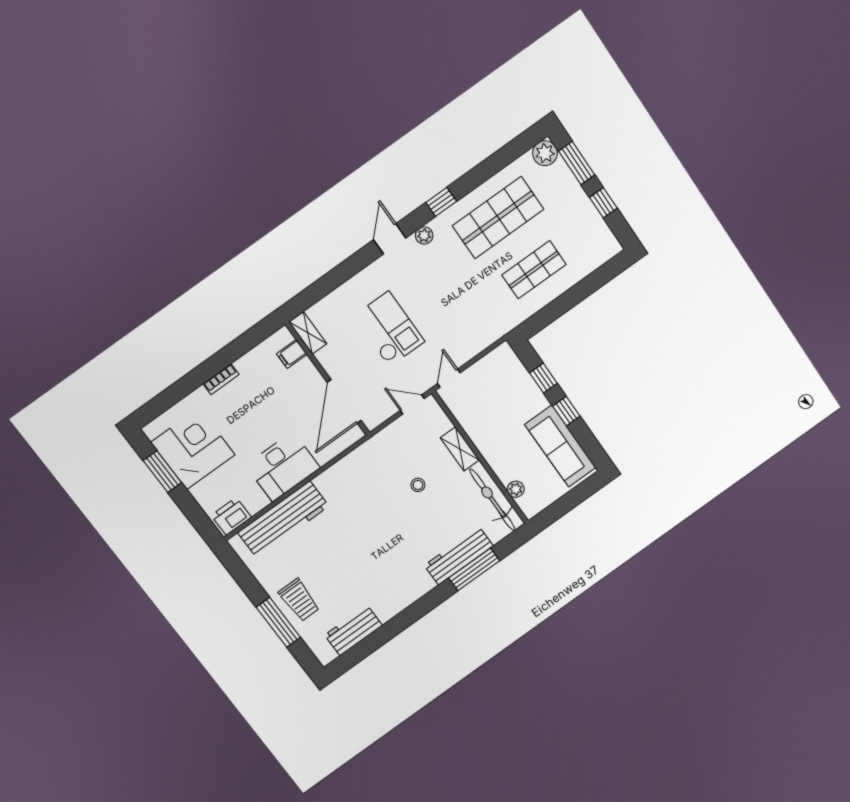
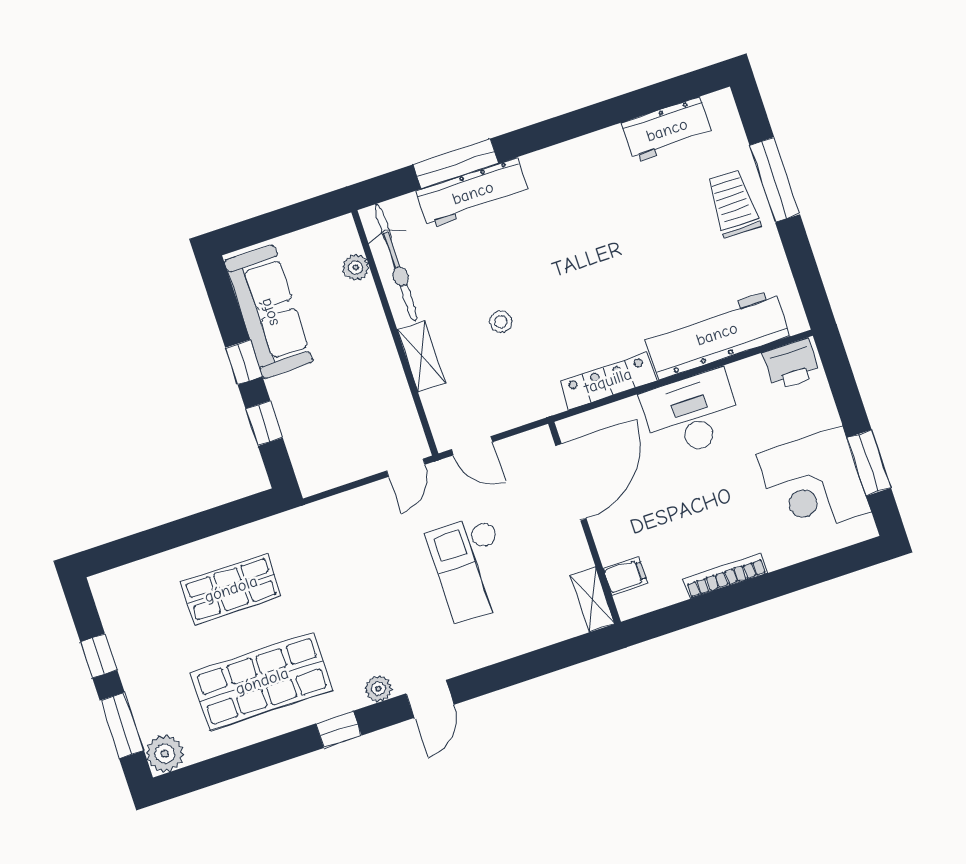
bookcase: (221, 379) -> (725, 576), width x1.56
locker: (341, 470) -> (608, 381), added

